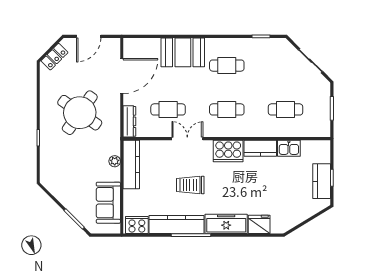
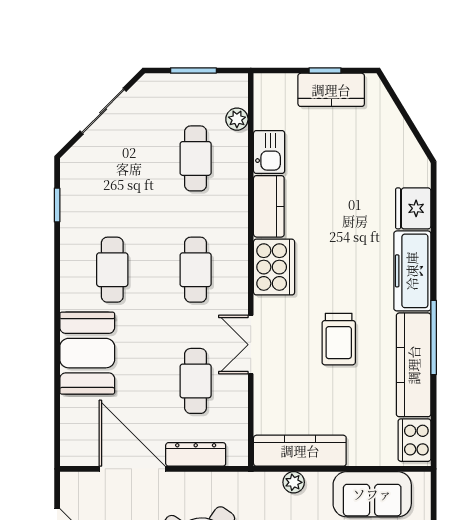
dresser: (129, 121) -> (196, 454), moved
plant: (306, 131) -> (237, 119), added

